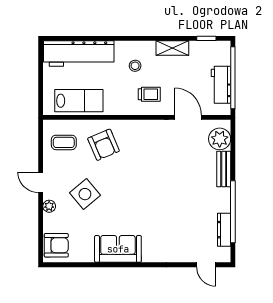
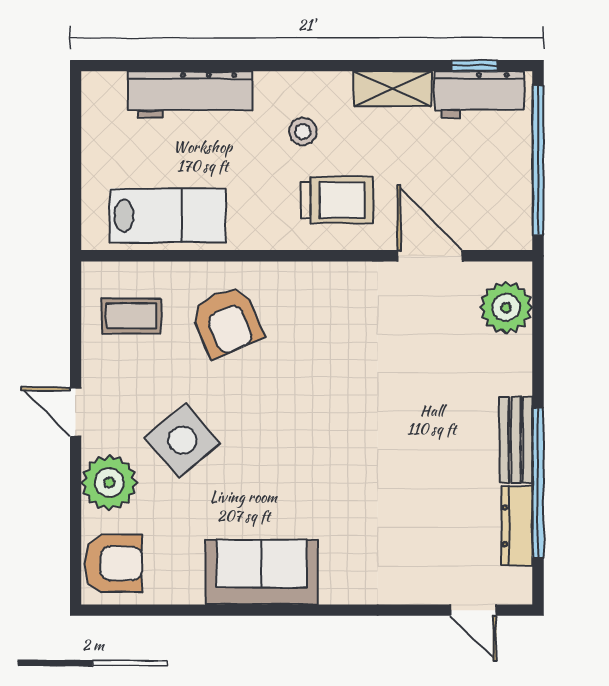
workbench: (79, 53) -> (190, 95), width x0.73, depth x0.76
workbench: (221, 85) -> (479, 94), moved, turned -90
trolley: (149, 94) -> (337, 200), width x1.36, depth x1.39
bench: (224, 169) -> (516, 440), moved
plant: (49, 206) -> (109, 482), width x1.87, depth x1.87

